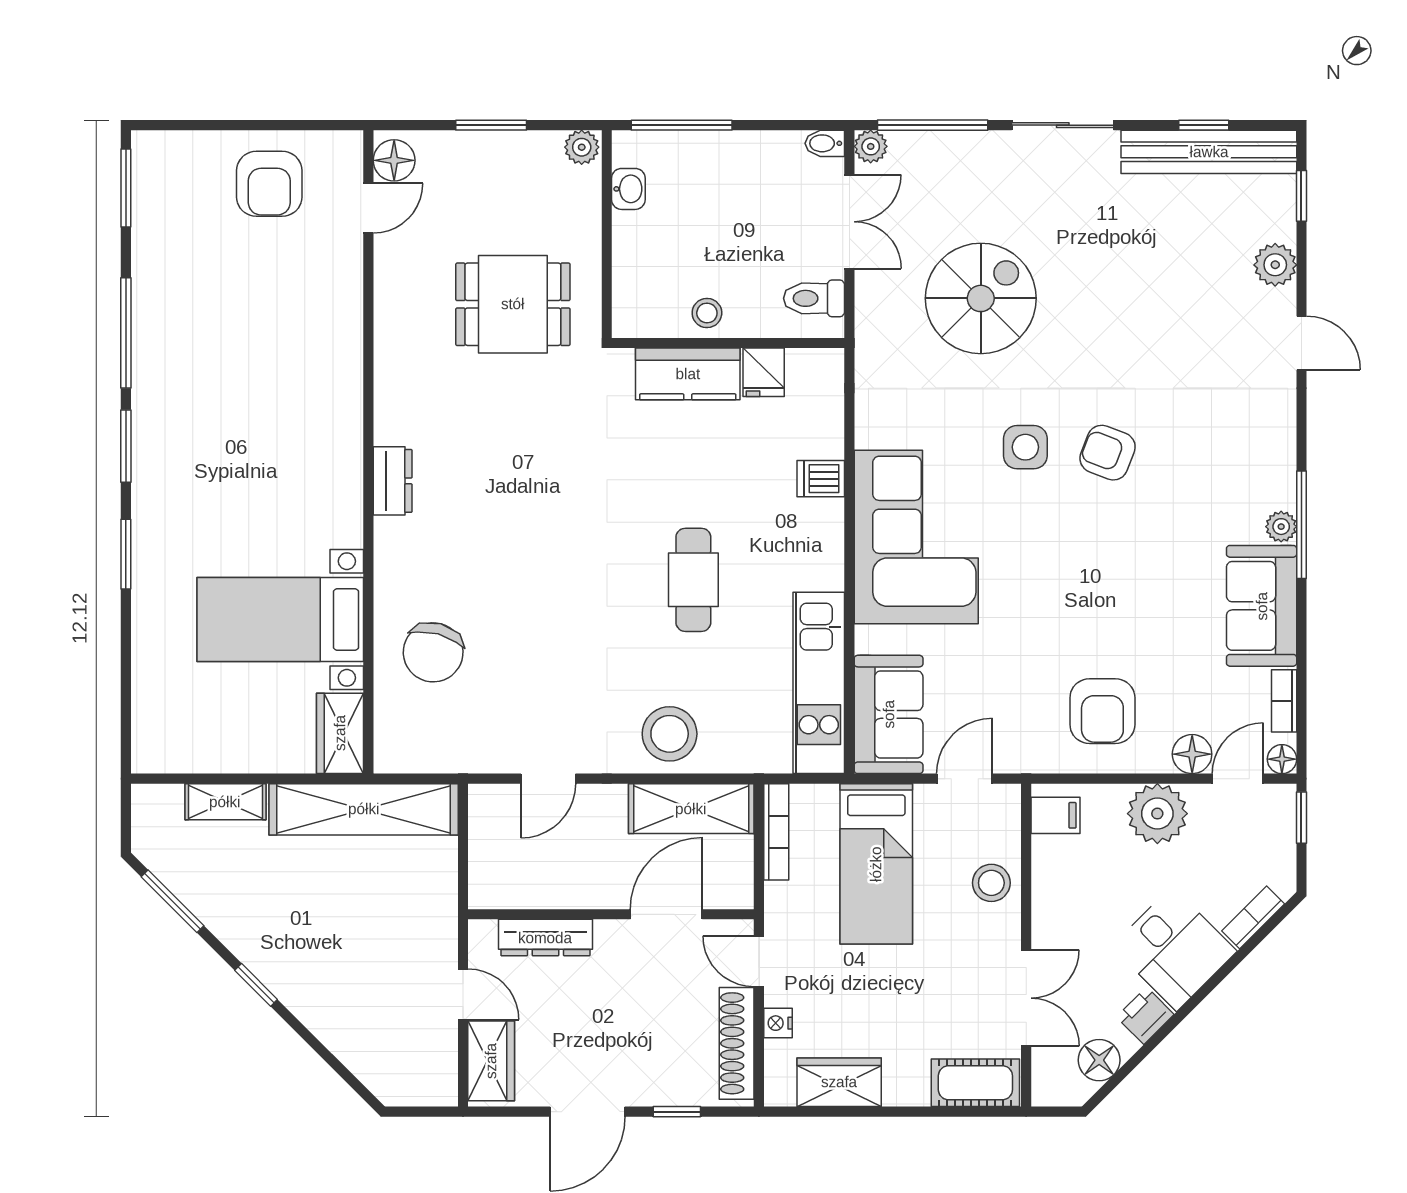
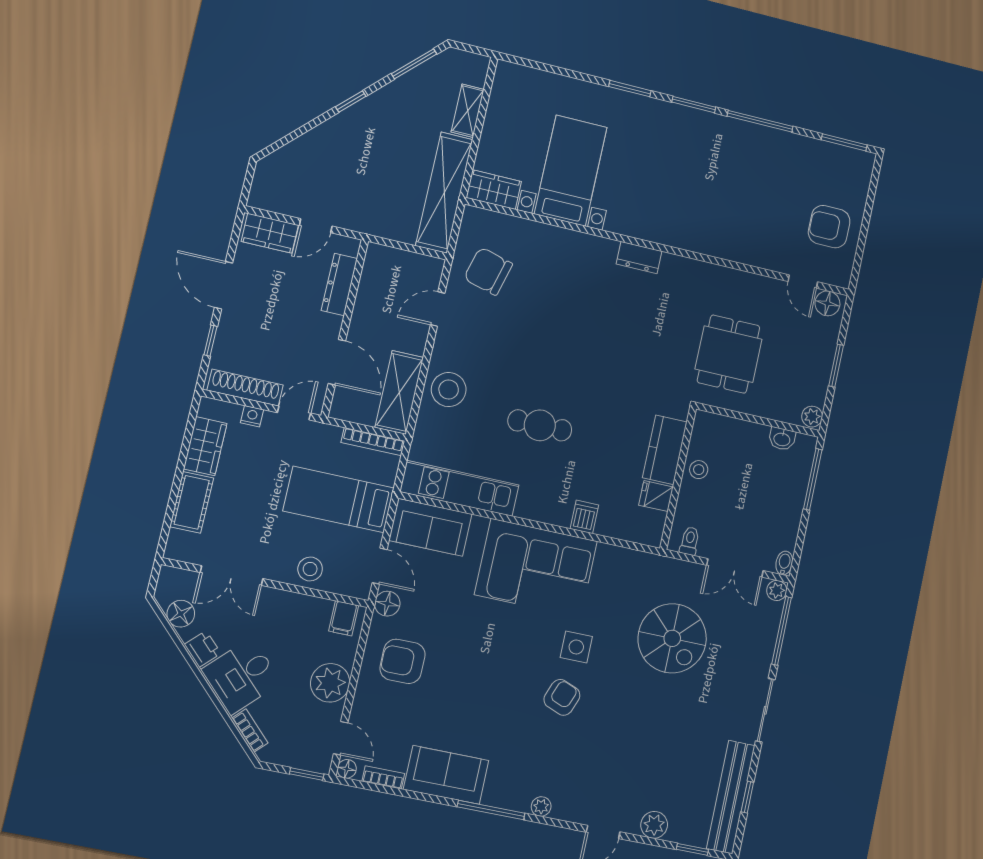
toilet: (814, 298) -> (690, 541), width x0.73, depth x0.72
plant: (1281, 527) -> (541, 807), moved
chair: (433, 652) -> (488, 271), moved
floor lamp: (1192, 754) -> (387, 604), moved
door: (548, 779) -> (438, 309), hinge flipped
cot: (975, 1083) -> (192, 502), moved

